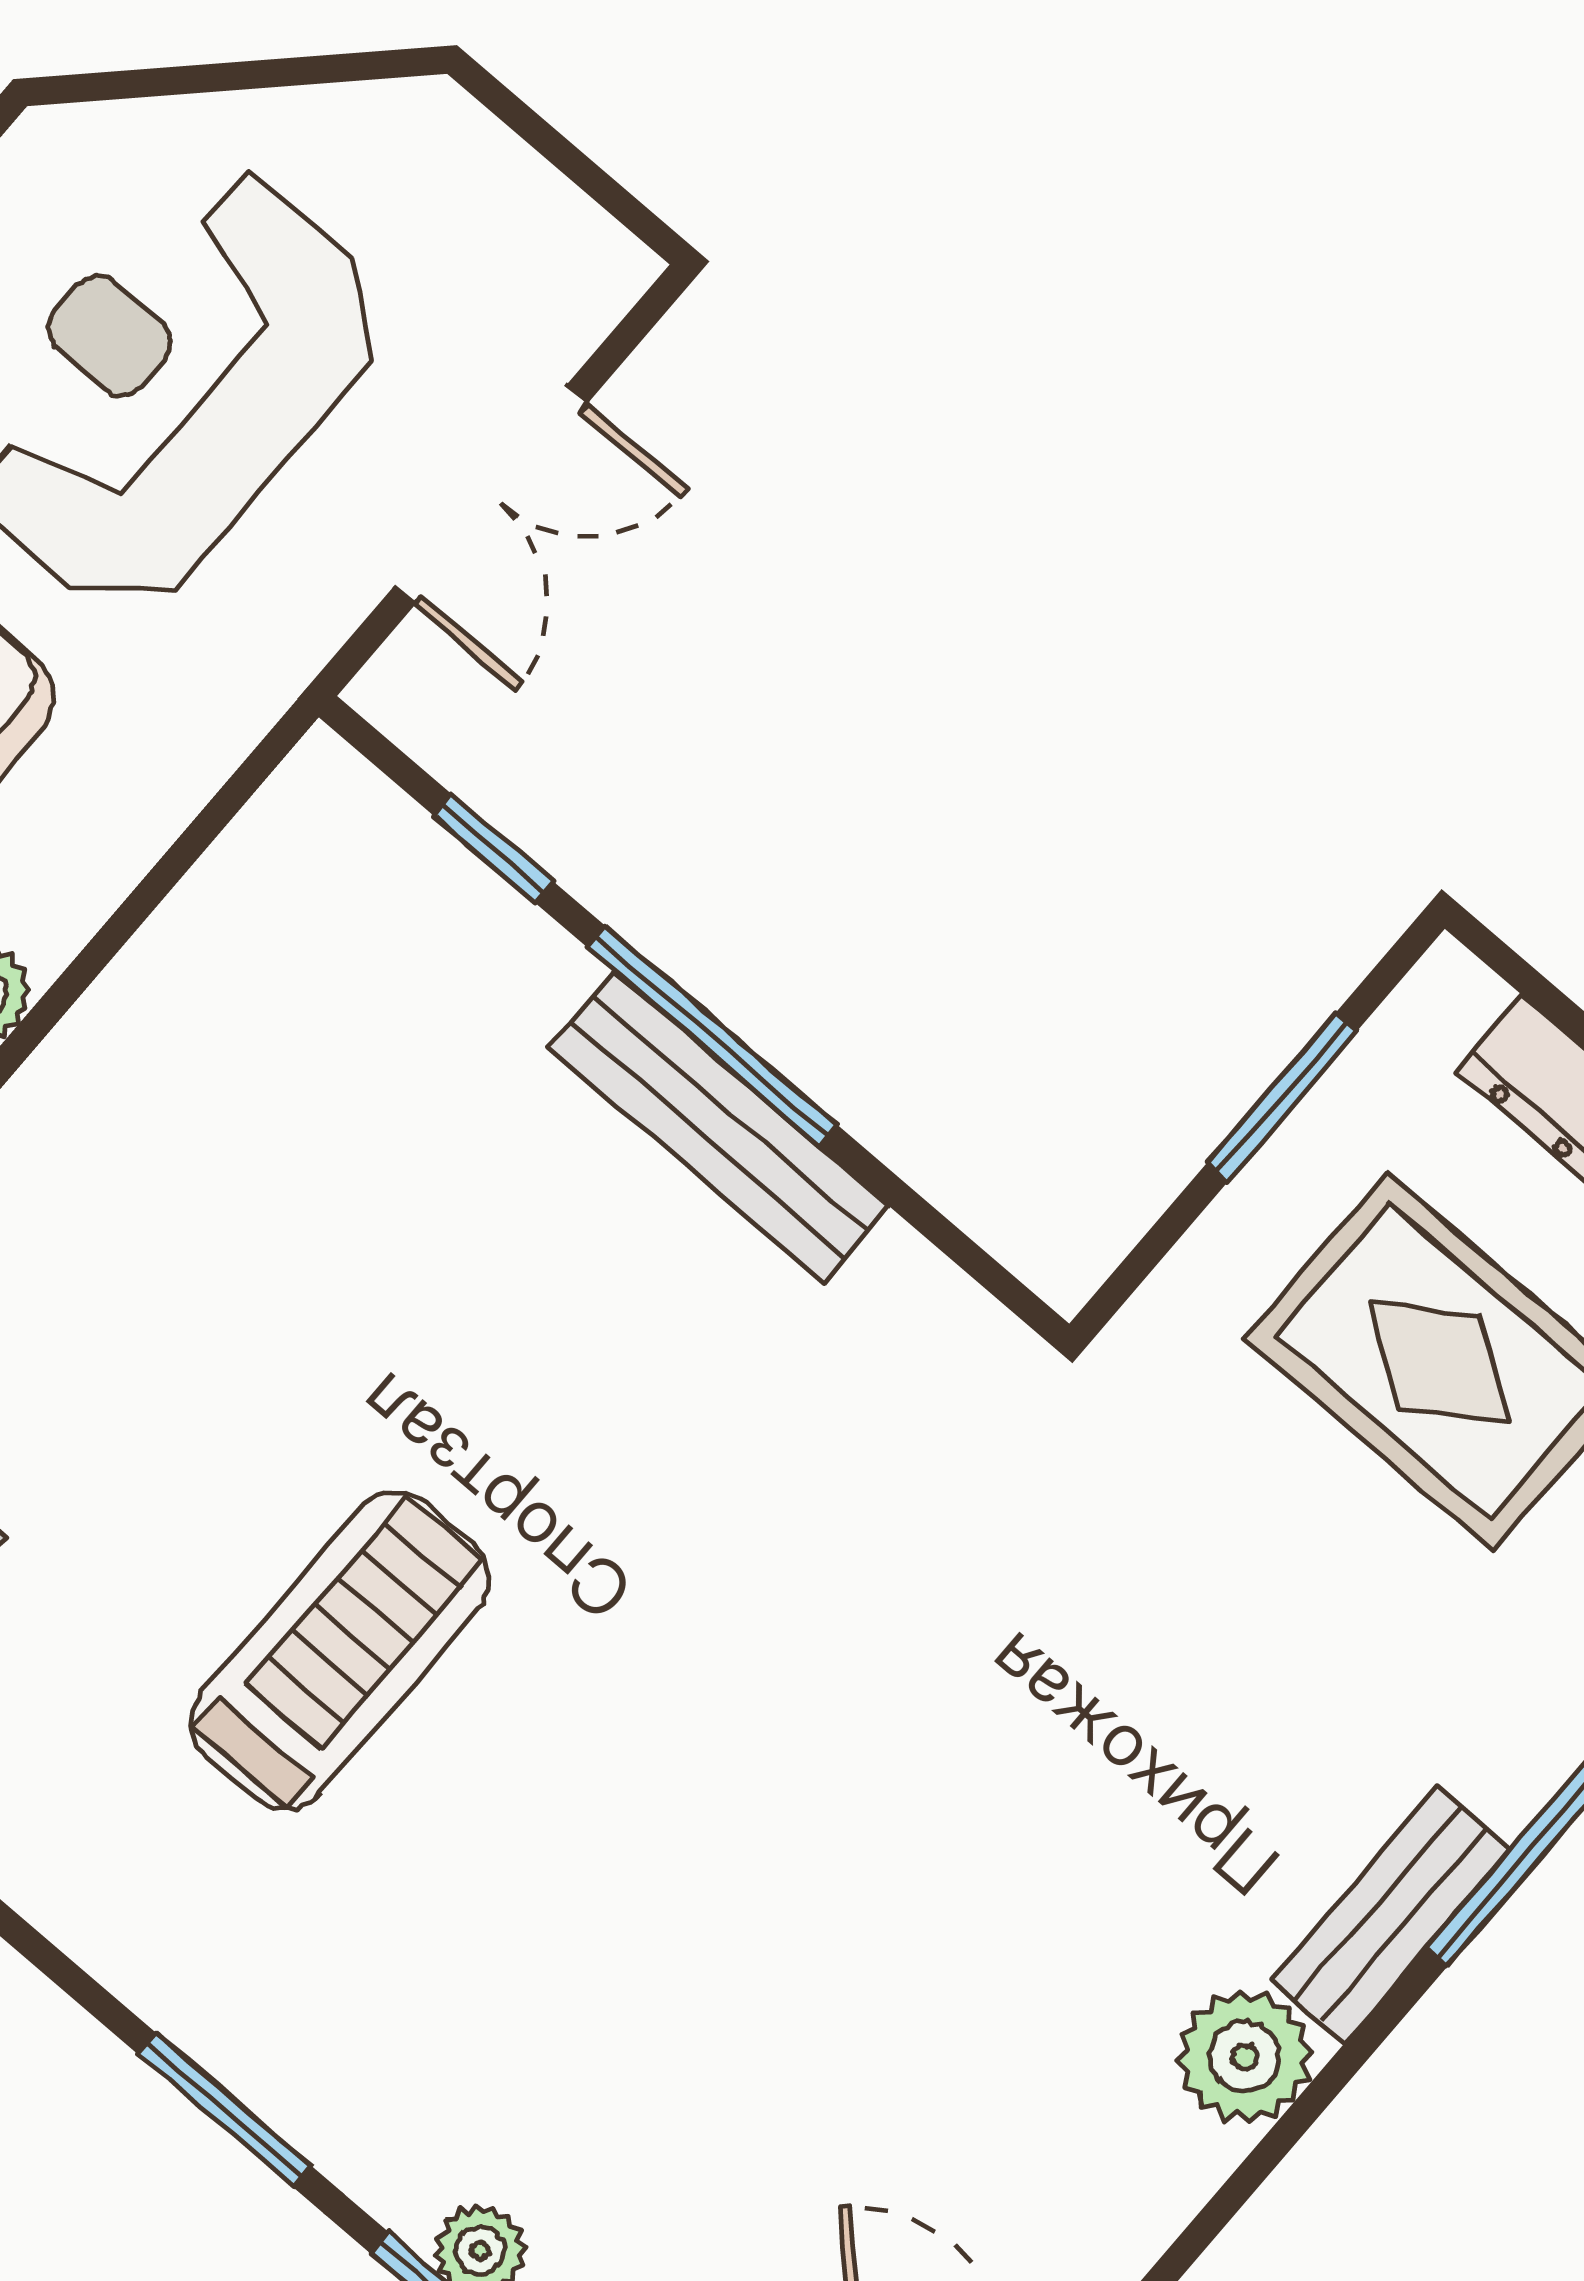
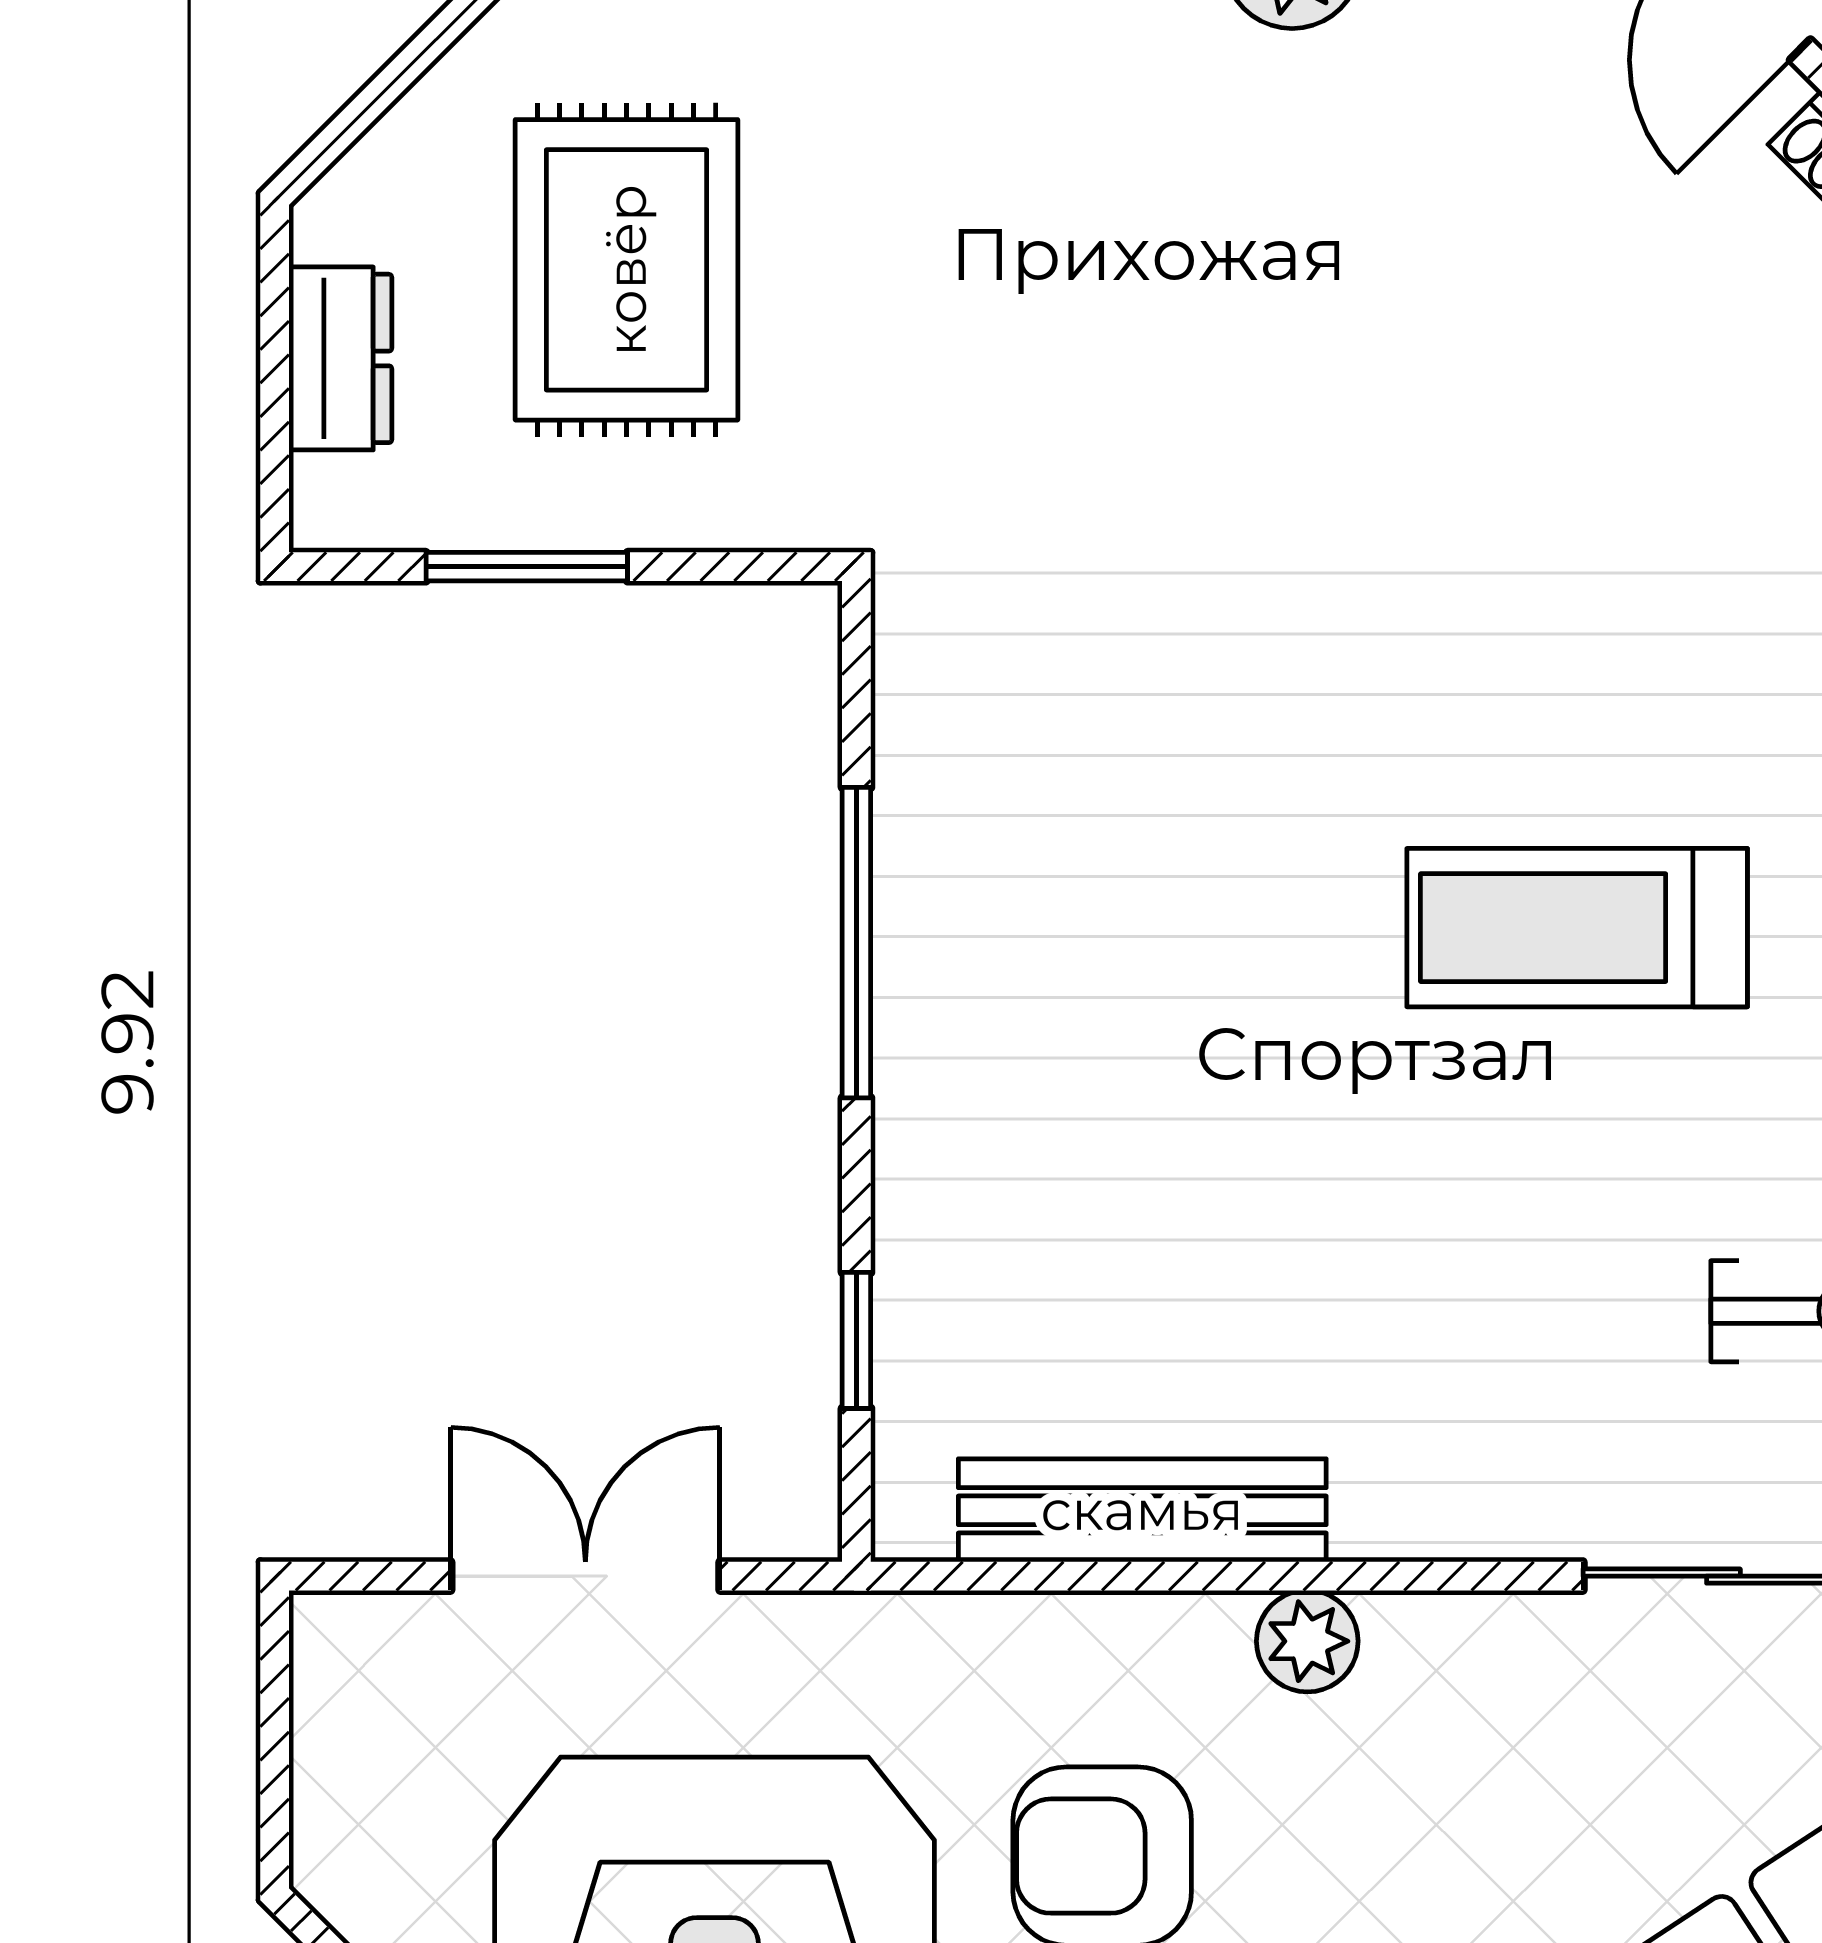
window: (712, 1036) -> (856, 943), moved
bench: (719, 1127) -> (1142, 1510), moved, turned 90

